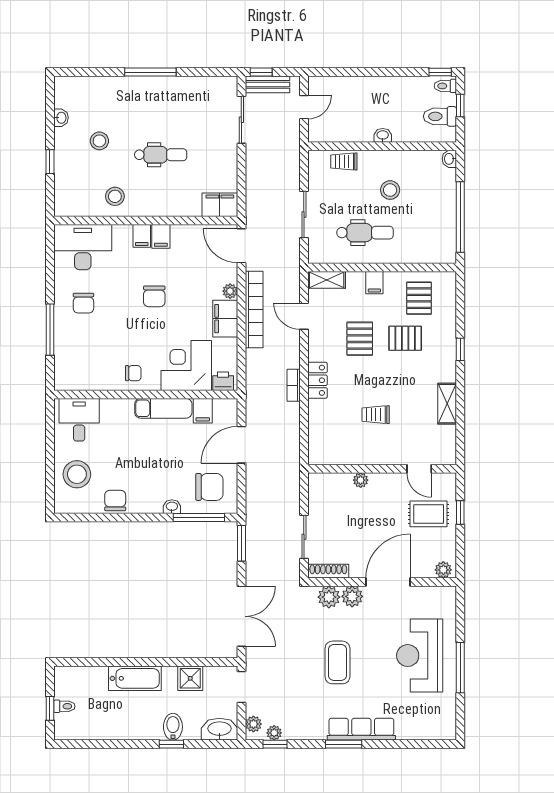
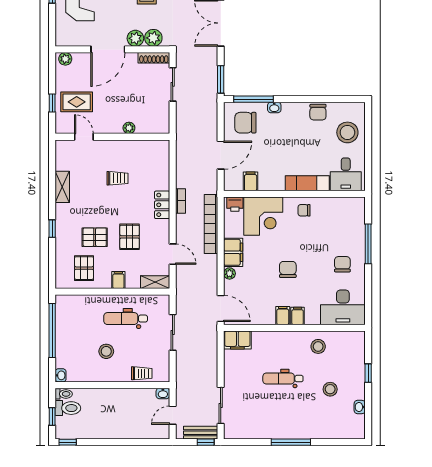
toilet: (445, 86) -> (64, 394), moved
washbasin: (383, 135) -> (163, 393), moved
bookcase: (254, 309) -> (211, 224), moved
exam couch: (163, 408) -> (307, 183), moved

